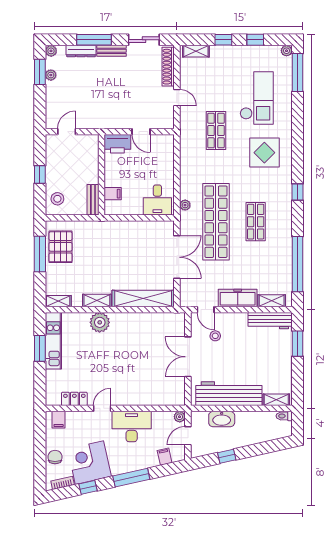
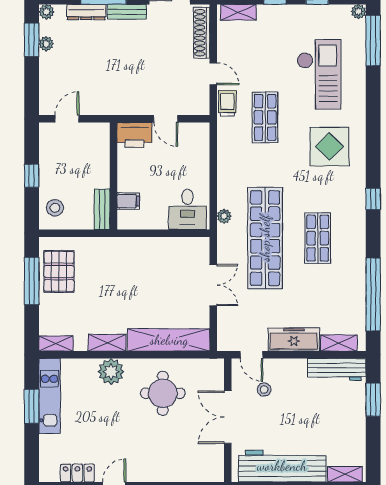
trolley: (188, 120) -> (227, 103), added
double door: (177, 257) -> (213, 285), width x0.73
round table: (139, 339) -> (163, 393), added

